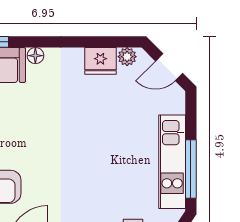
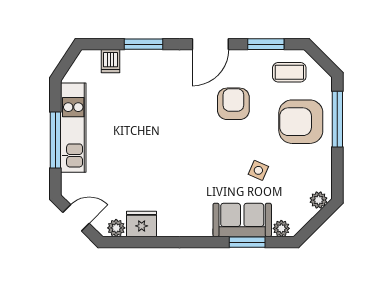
floor lamp: (35, 56) -> (204, 229), removed
window: (191, 169) -> (55, 140), moved

